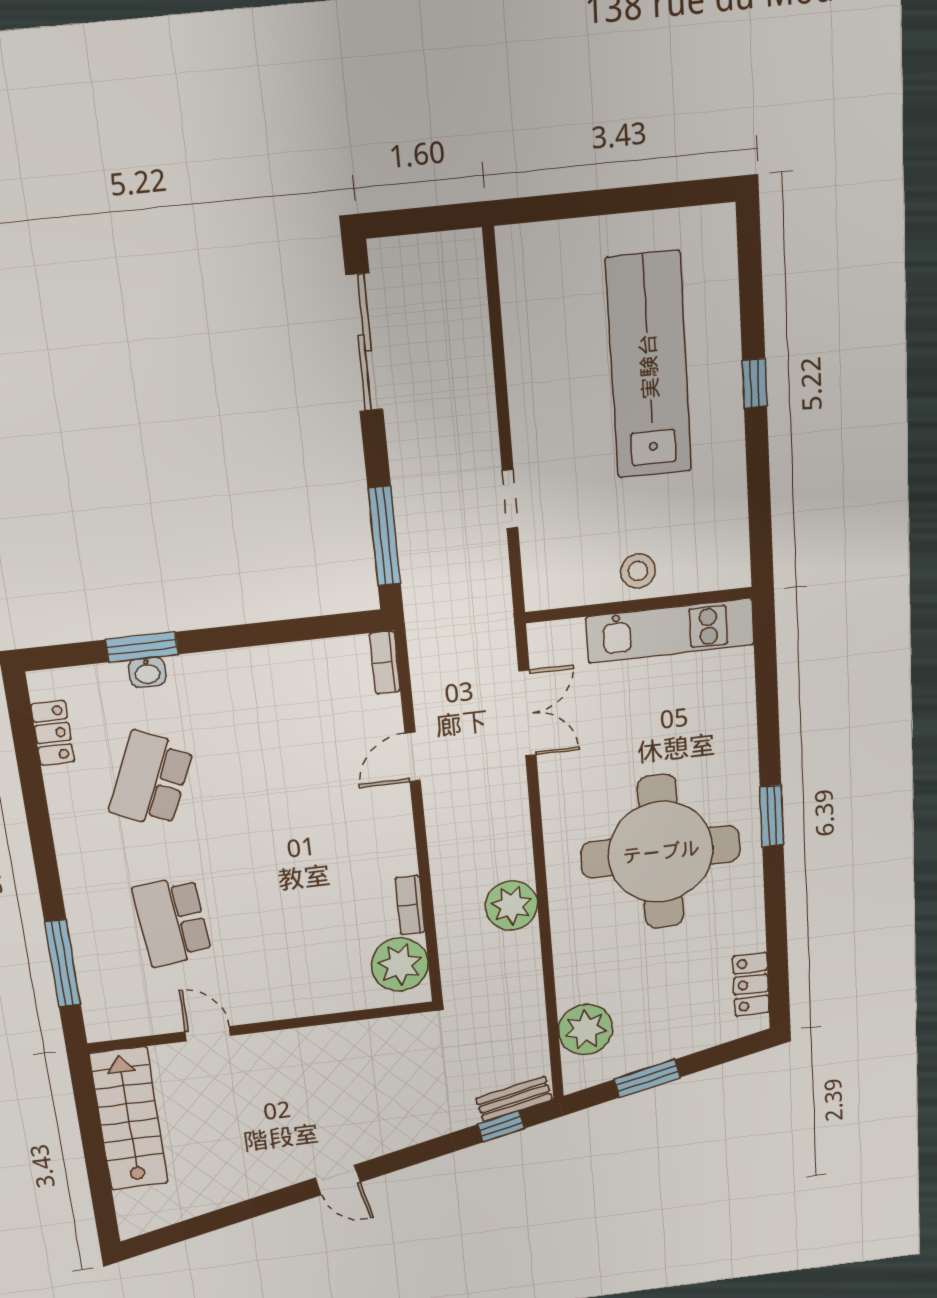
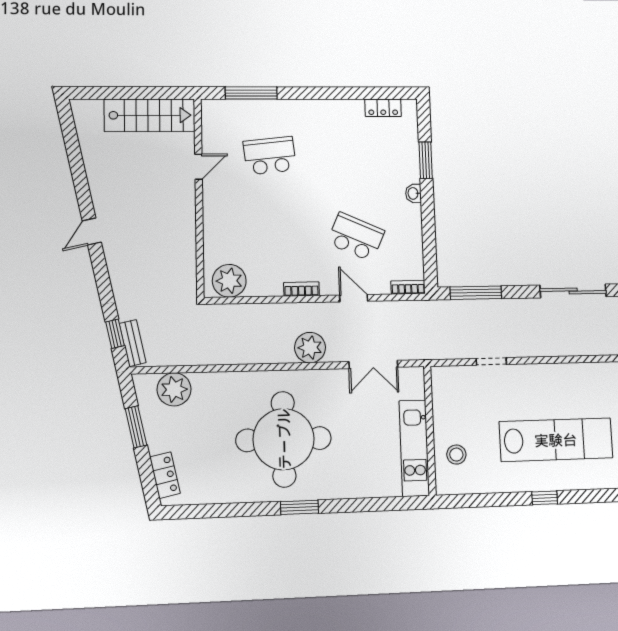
stool: (638, 571) -> (456, 455), moved
washbasin: (147, 672) -> (413, 193), moved
school desk: (151, 779) -> (356, 237), moved
bookcase: (410, 905) -> (301, 289), moved
plant: (512, 905) -> (310, 348), moved
locker: (751, 985) -> (165, 475), moved, turned 78

